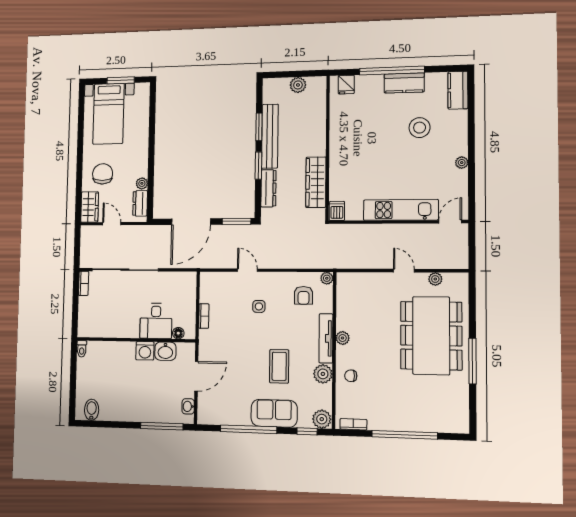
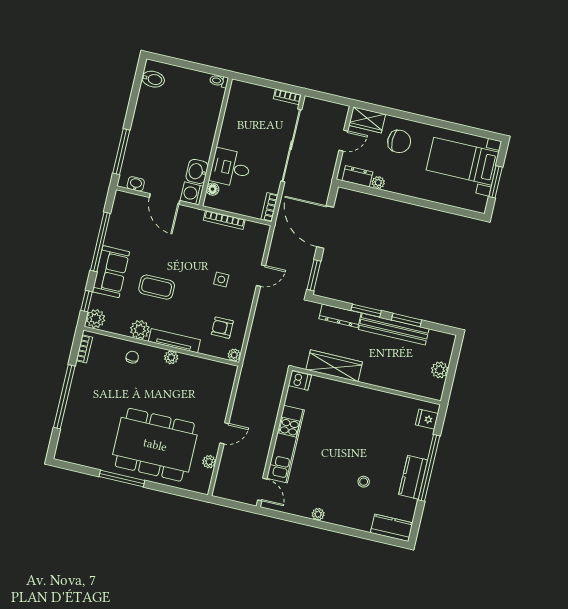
stool: (420, 128) -> (364, 482), width x0.53, depth x0.53
bookcase: (184, 277) -> (269, 207), added
bookcase: (204, 316) -> (224, 220), width x1.56
washing machine: (145, 351) -> (192, 193), moved

